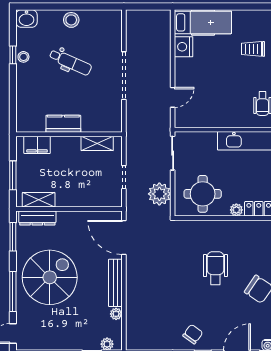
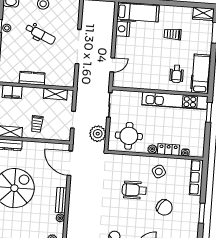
trolley: (74, 186) -> (37, 124), added
side table: (248, 240) -> (159, 172), added
wheelchair: (215, 268) -> (134, 190), turned -90
bench: (115, 283) -> (61, 200), width x0.73

